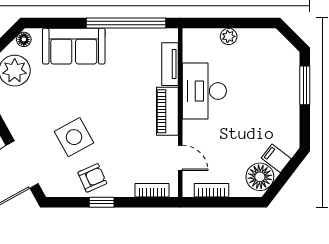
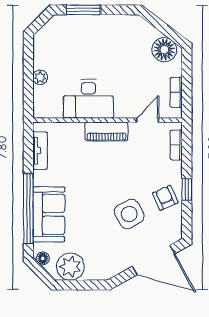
window: (126, 23) -> (28, 209), moved
tv unit: (170, 64) -> (40, 151), moved, turned -90
filing cabinet: (276, 158) -> (148, 35), removed

